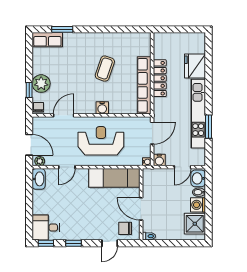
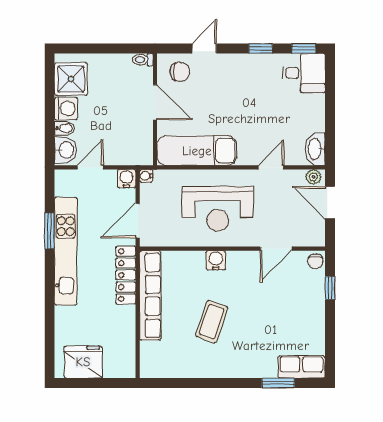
fridge: (195, 66) -> (83, 362), moved, turned -90
locker: (160, 78) -> (126, 275), moved
plant: (41, 84) -> (311, 298), removed

